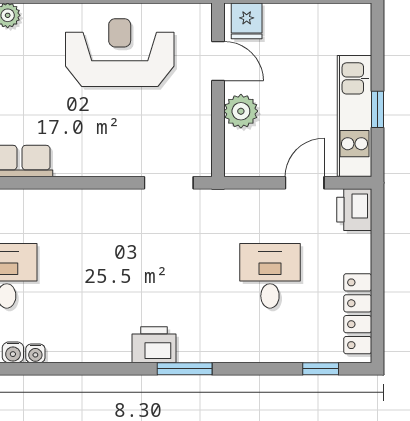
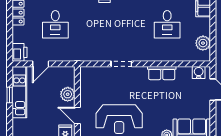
doorway: (169, 183) -> (121, 64), moved

